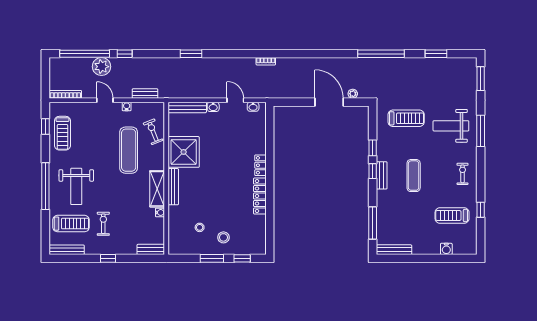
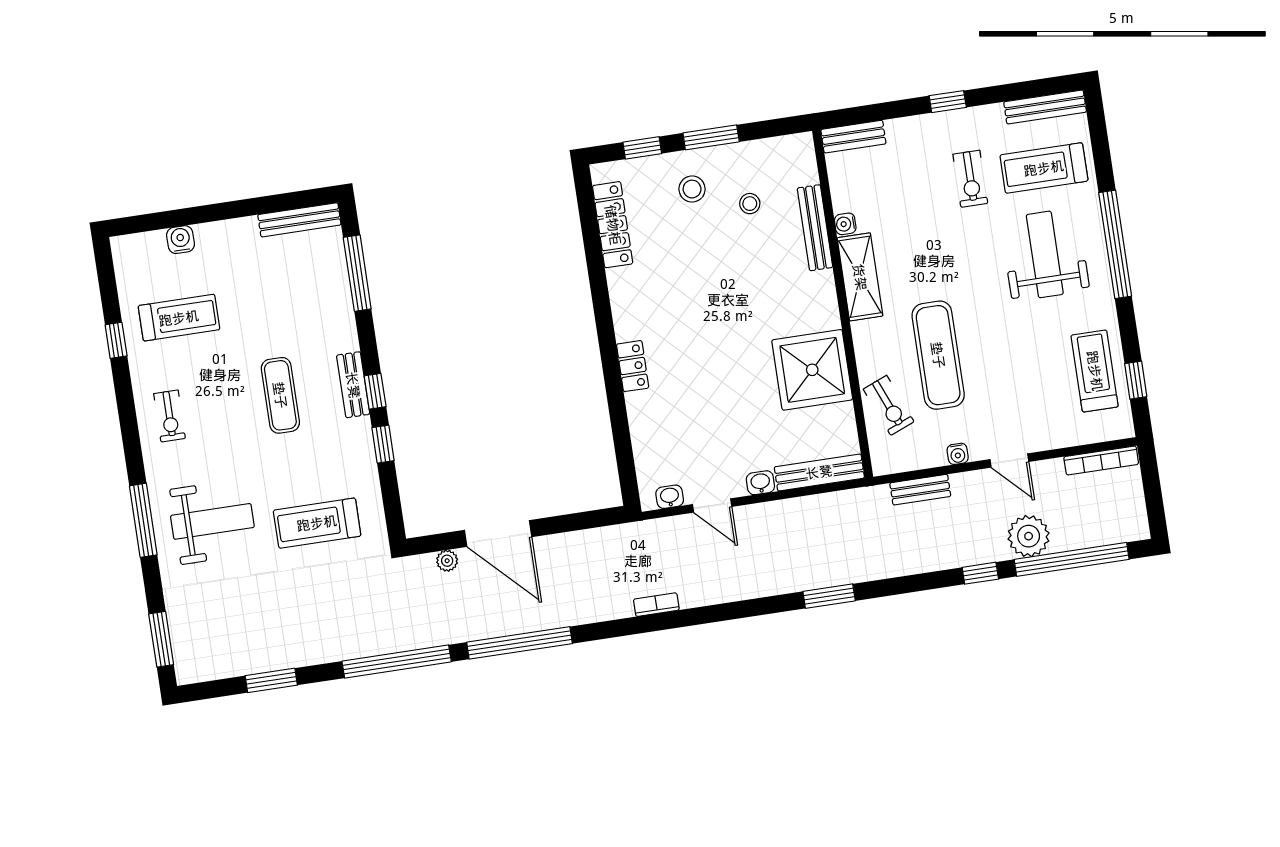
window: (327, 54) -> (520, 643), added
bench: (173, 187) -> (815, 228), moved
locker: (260, 196) -> (613, 225), moved

